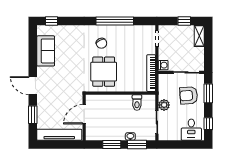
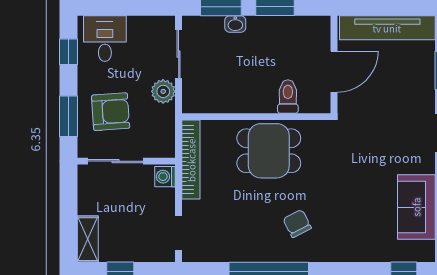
dining table: (104, 72) -> (269, 151), moved, turned 90
toilet: (137, 103) -> (288, 97), moved

